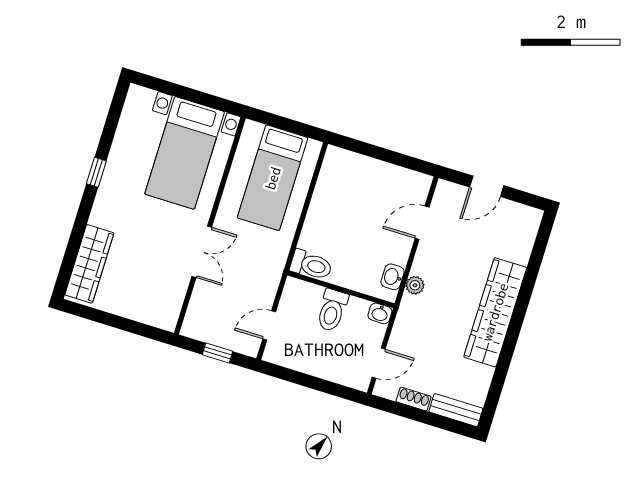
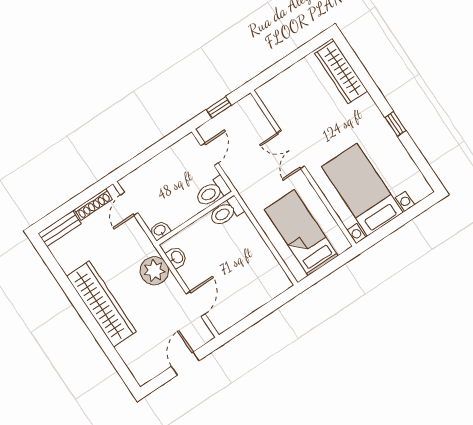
plant: (415, 285) -> (154, 271), width x1.88, depth x1.88
toilet: (332, 310) -> (212, 192), moved, turned -90
shoe rack: (414, 399) -> (93, 204), width x1.43

